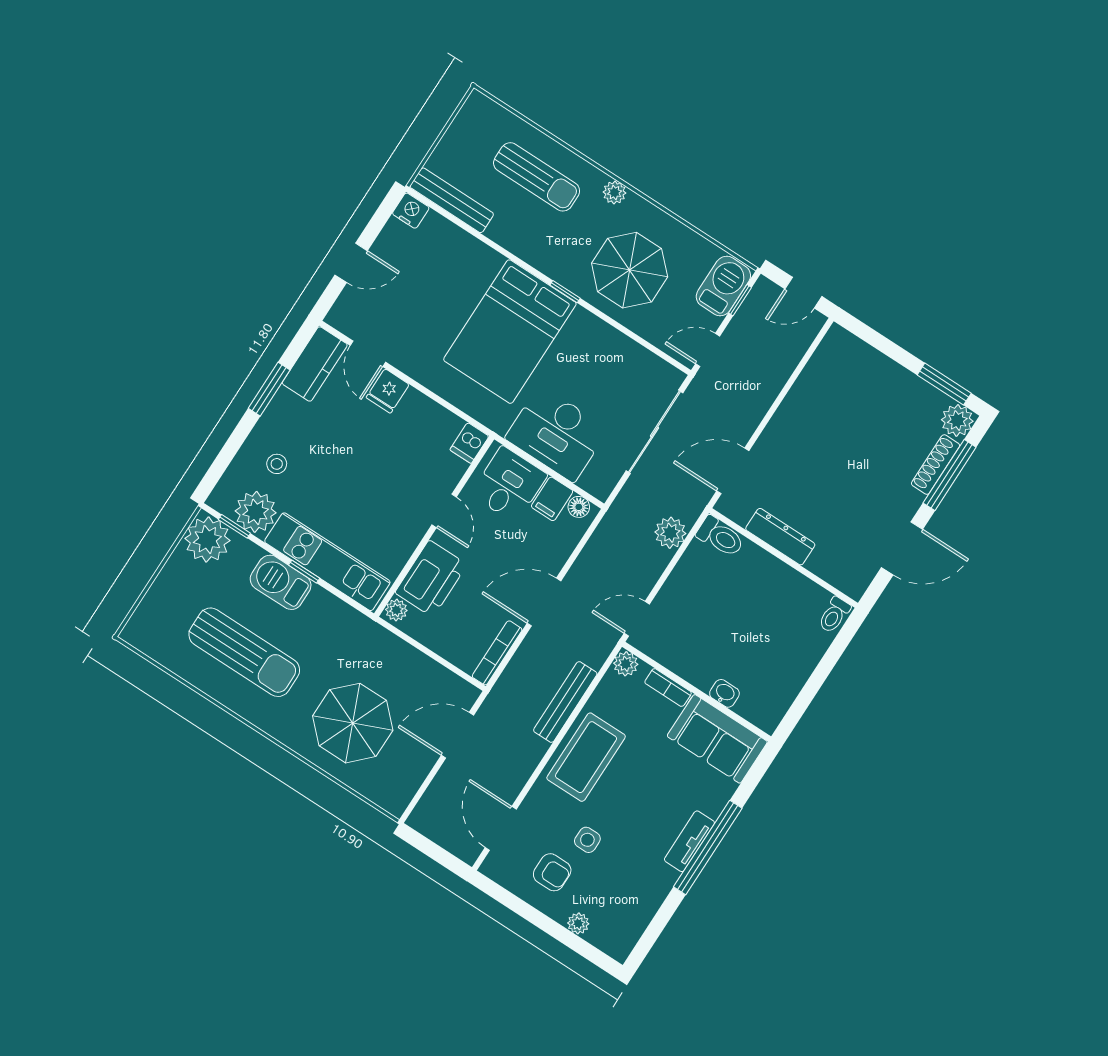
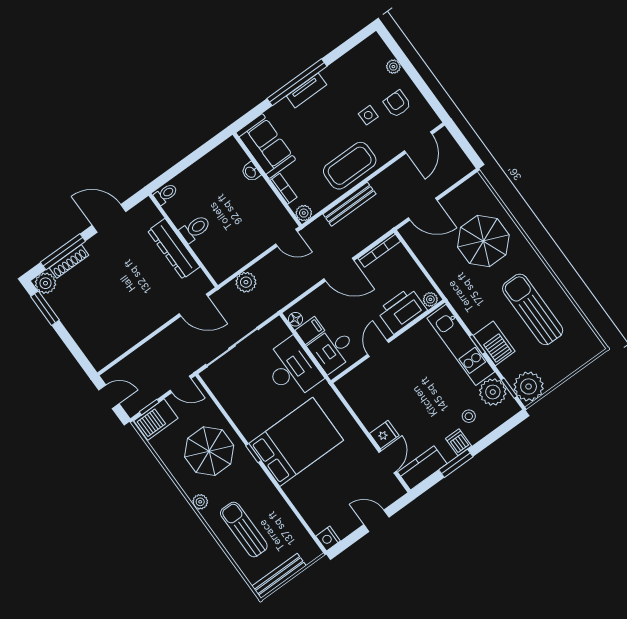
bench: (452, 200) -> (279, 576), moved, turned 90
dishwasher: (469, 443) -> (459, 442), moved, turned -90
toilet: (720, 537) -> (195, 229), moved, turned 90
dresser: (780, 537) -> (174, 249), width x1.37, depth x1.24

